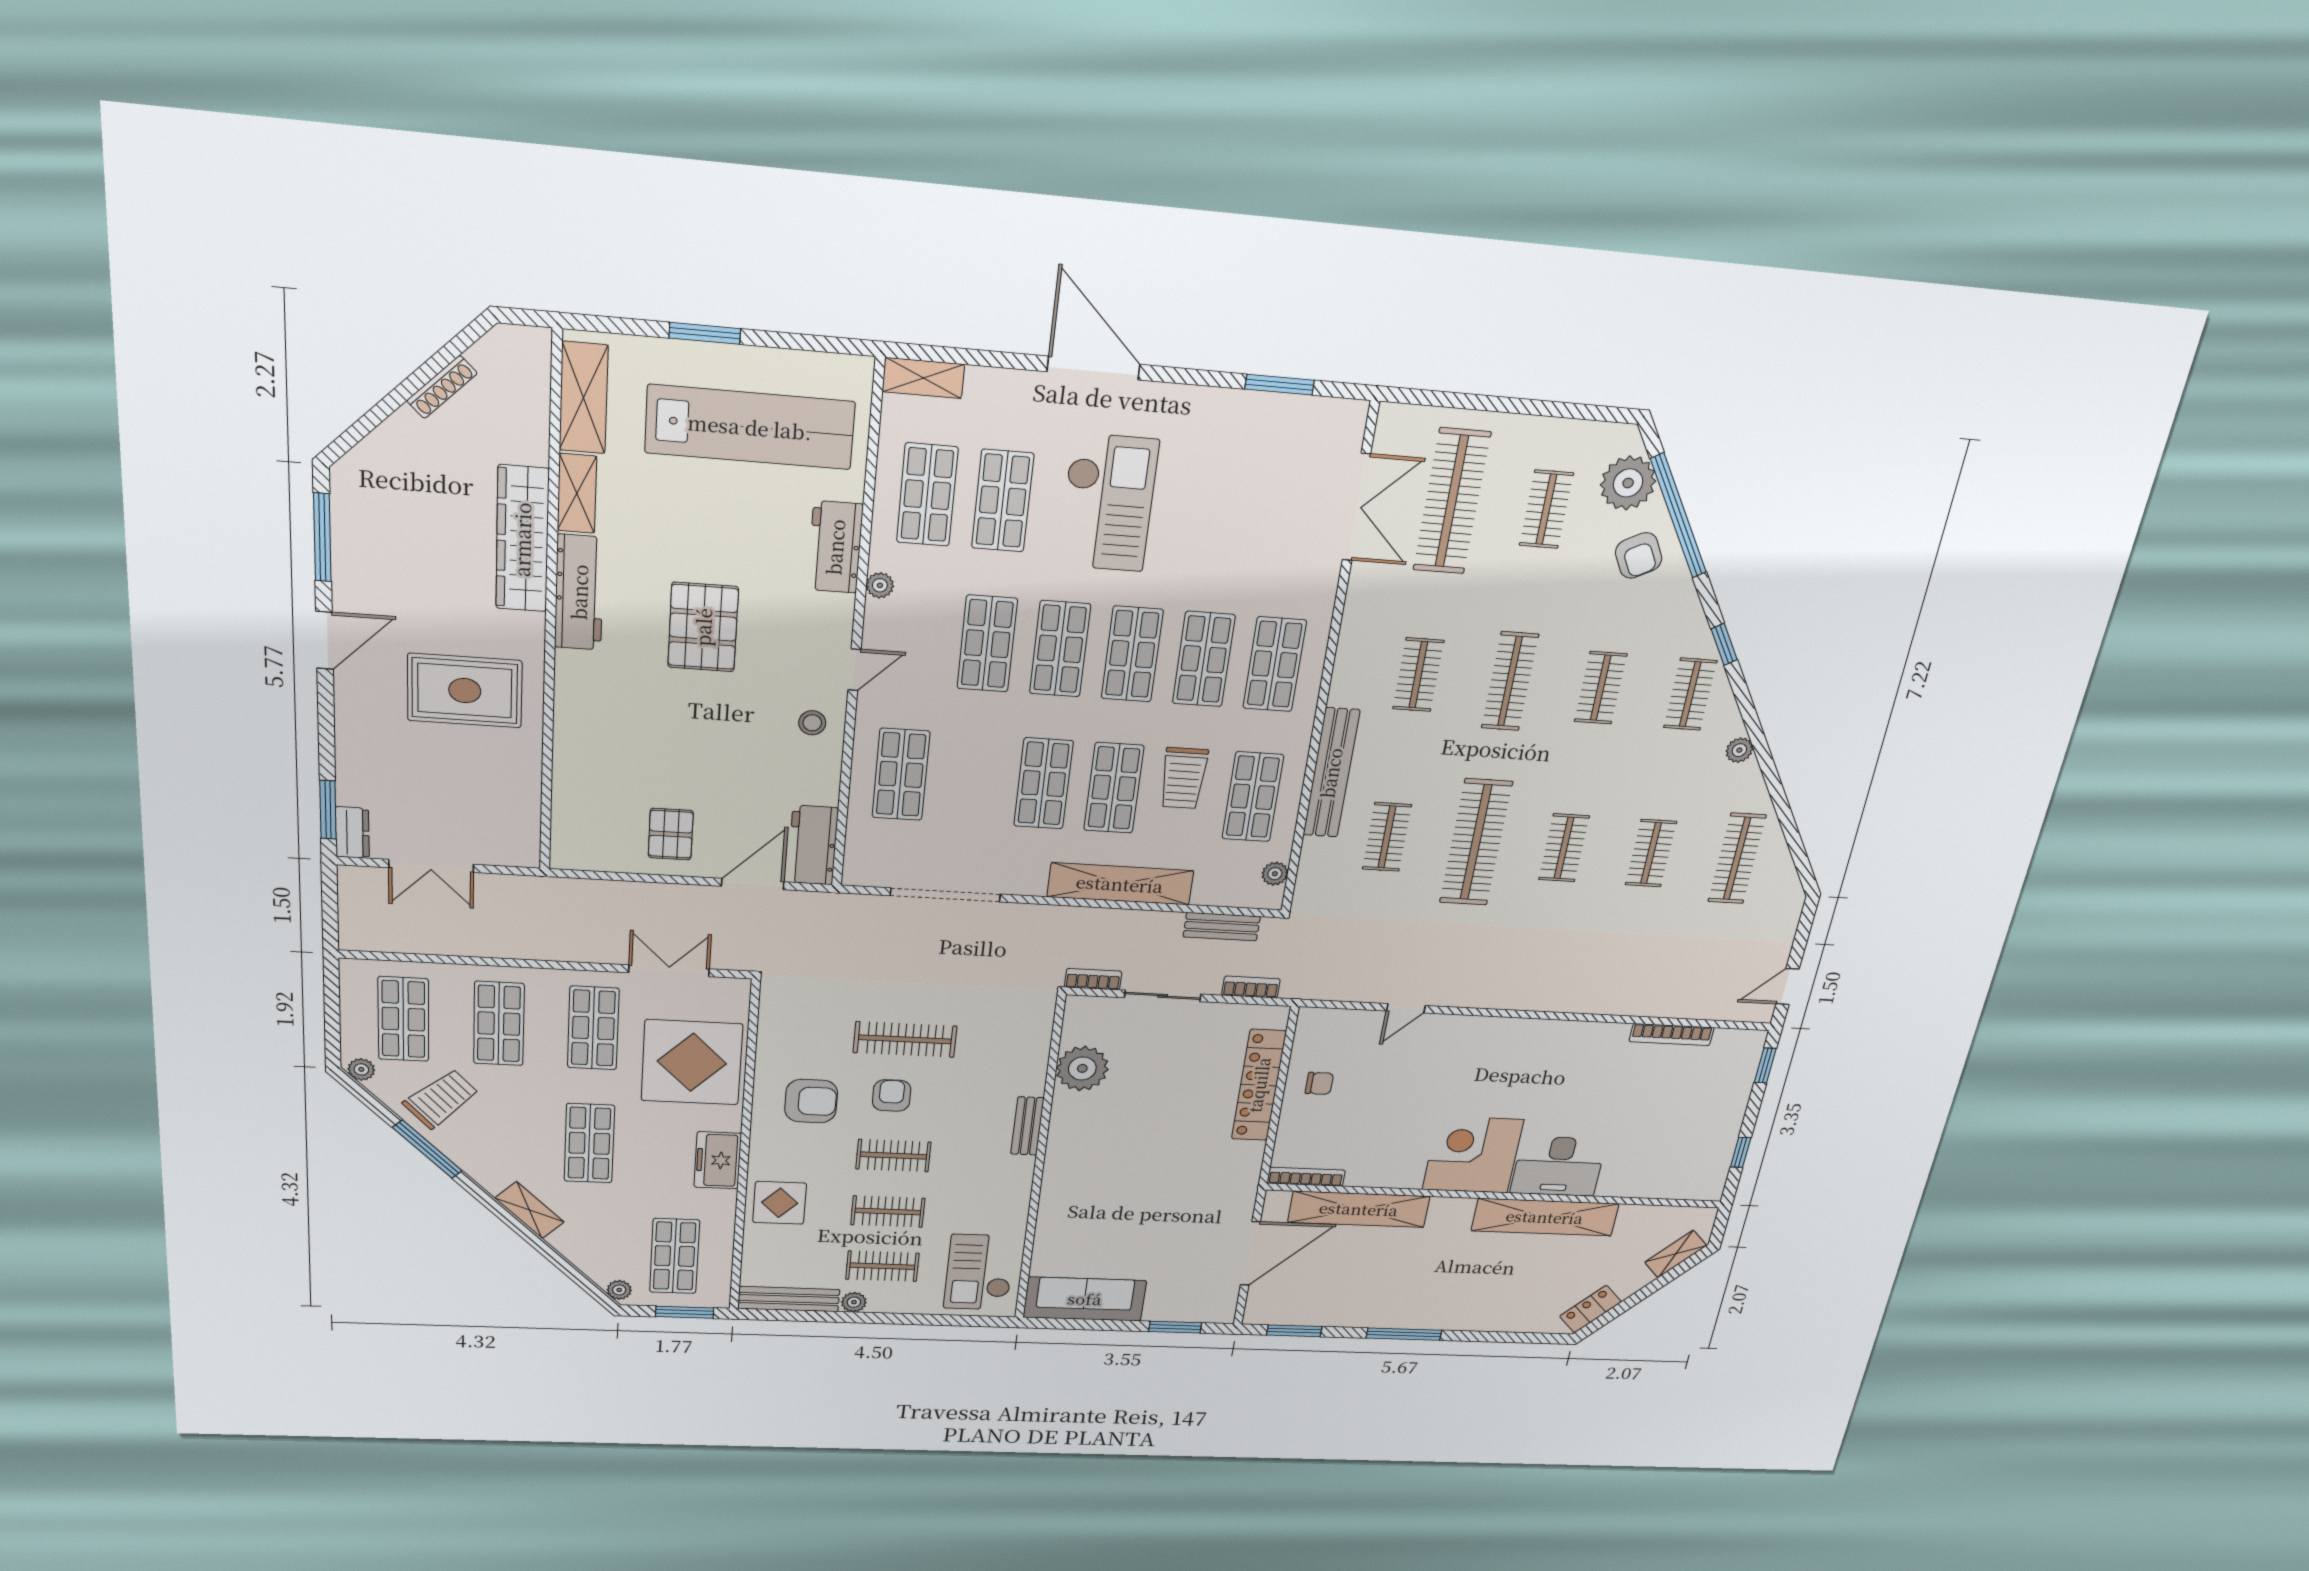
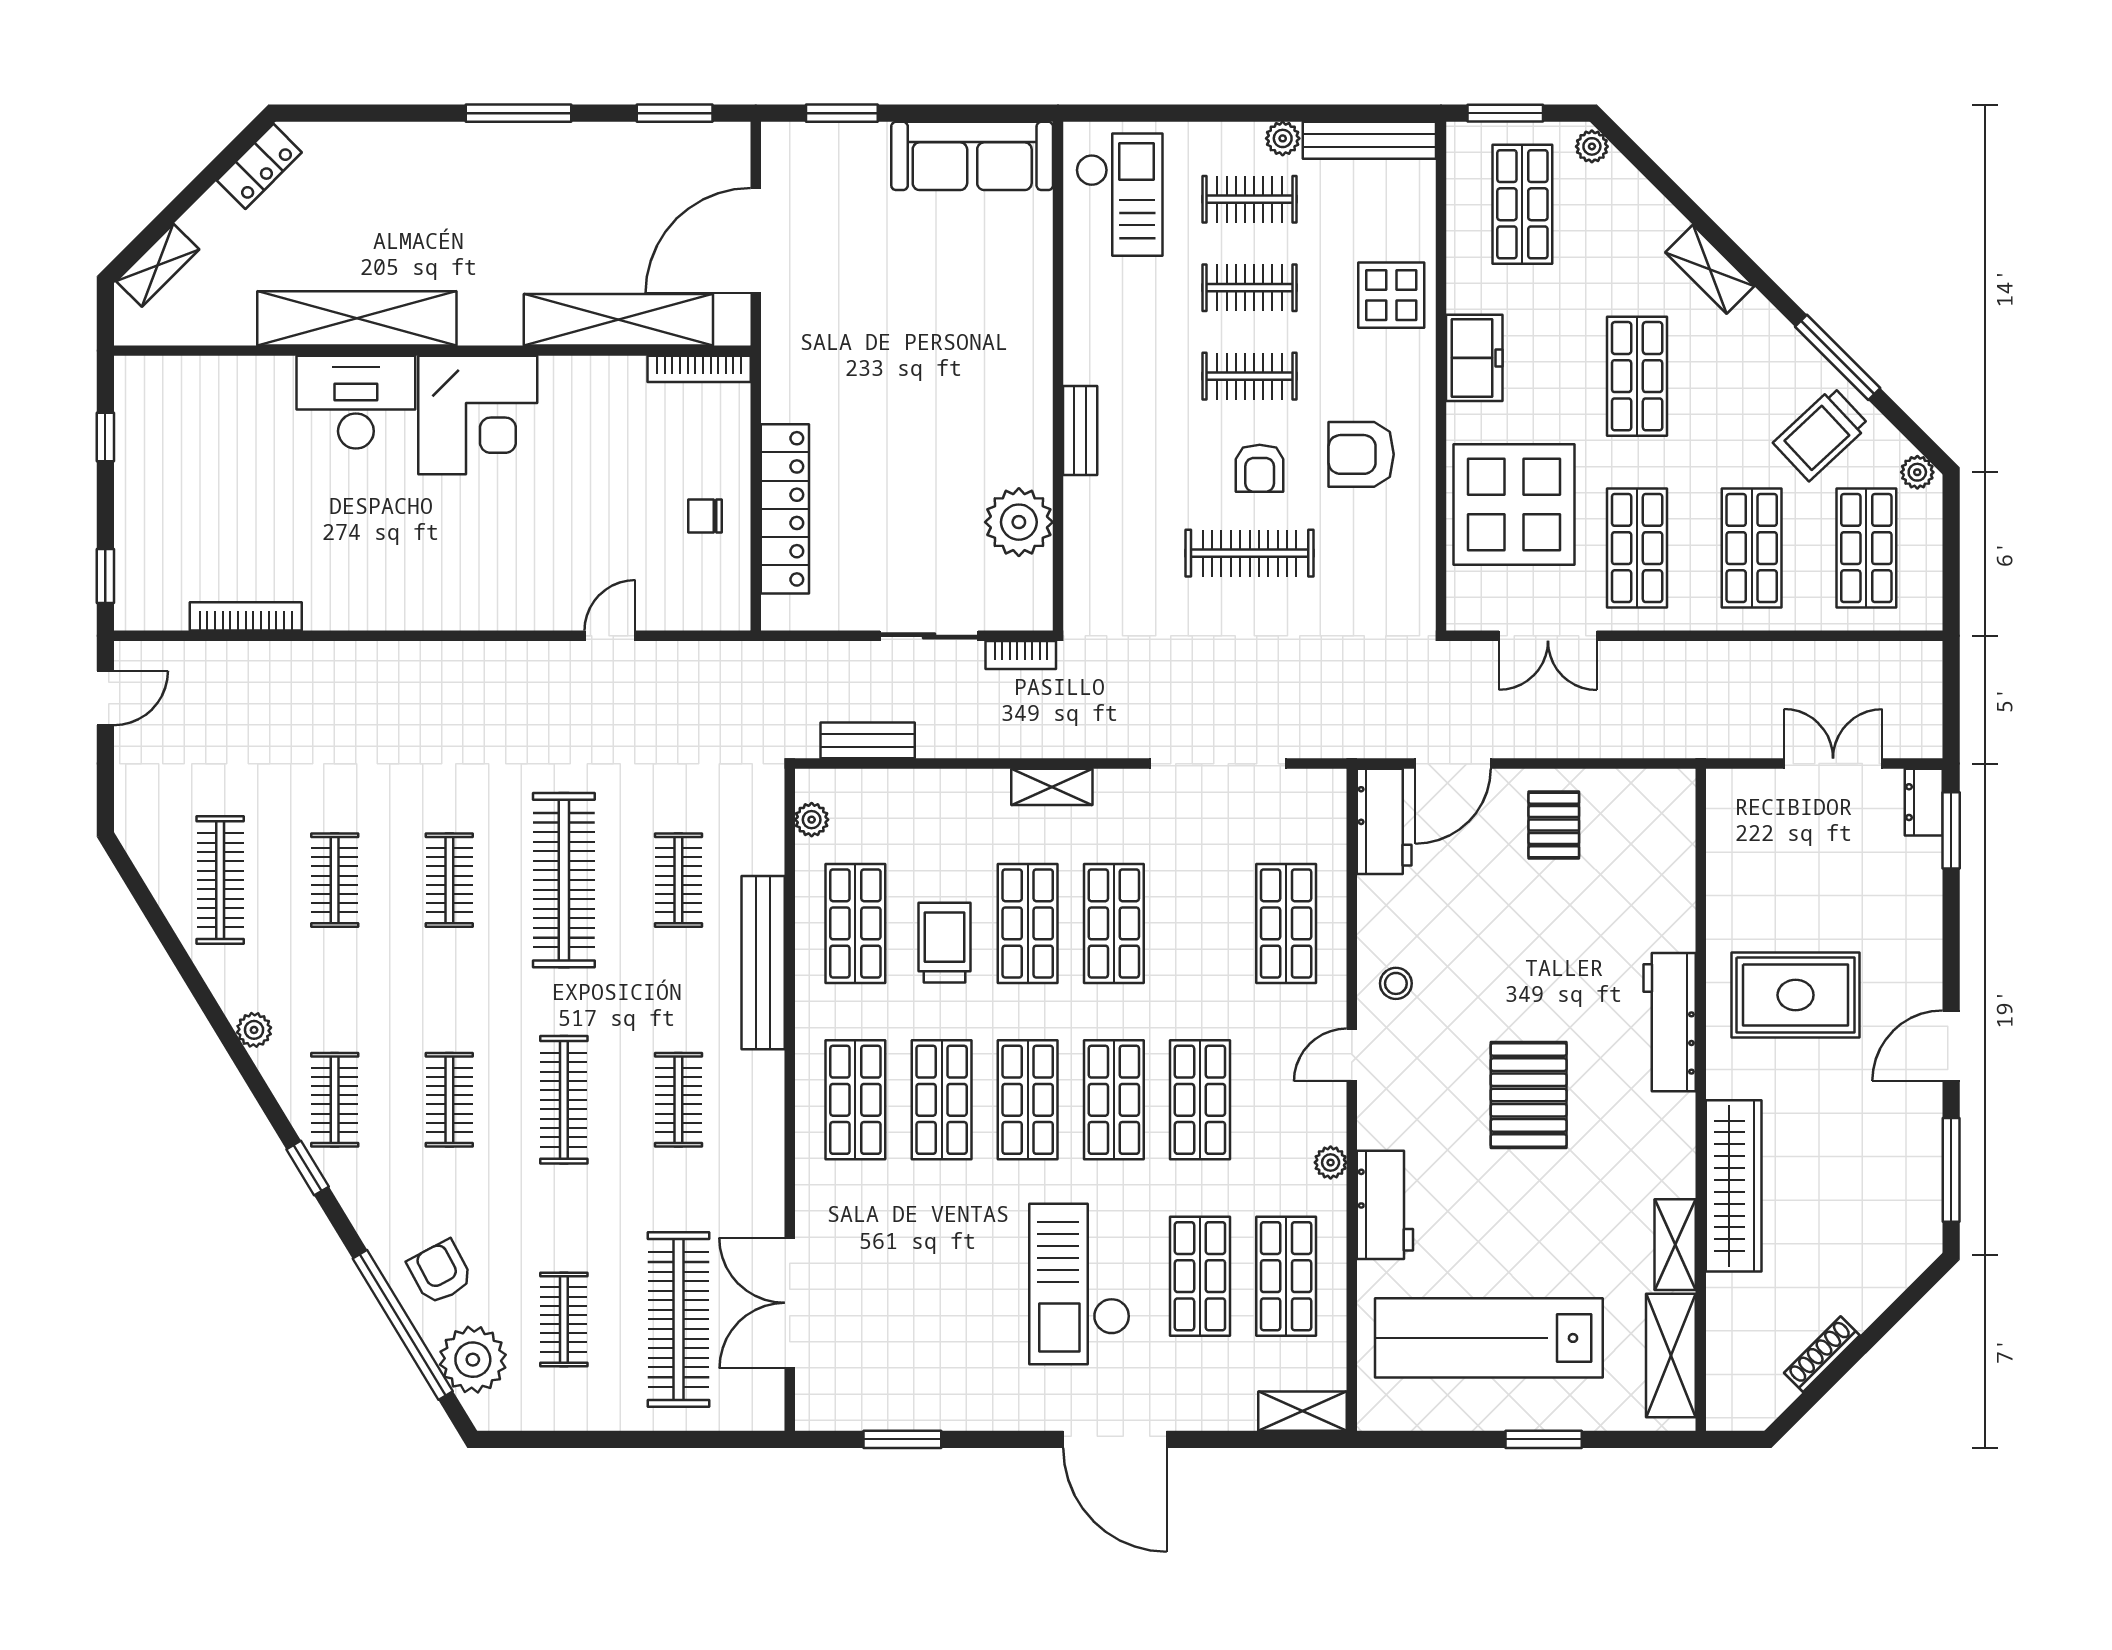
workbench: (579, 592) -> (1670, 1022), moved
shelving: (1120, 884) -> (1052, 787), width x0.45, depth x0.75
bookcase: (1251, 987) -> (817, 655), removed

